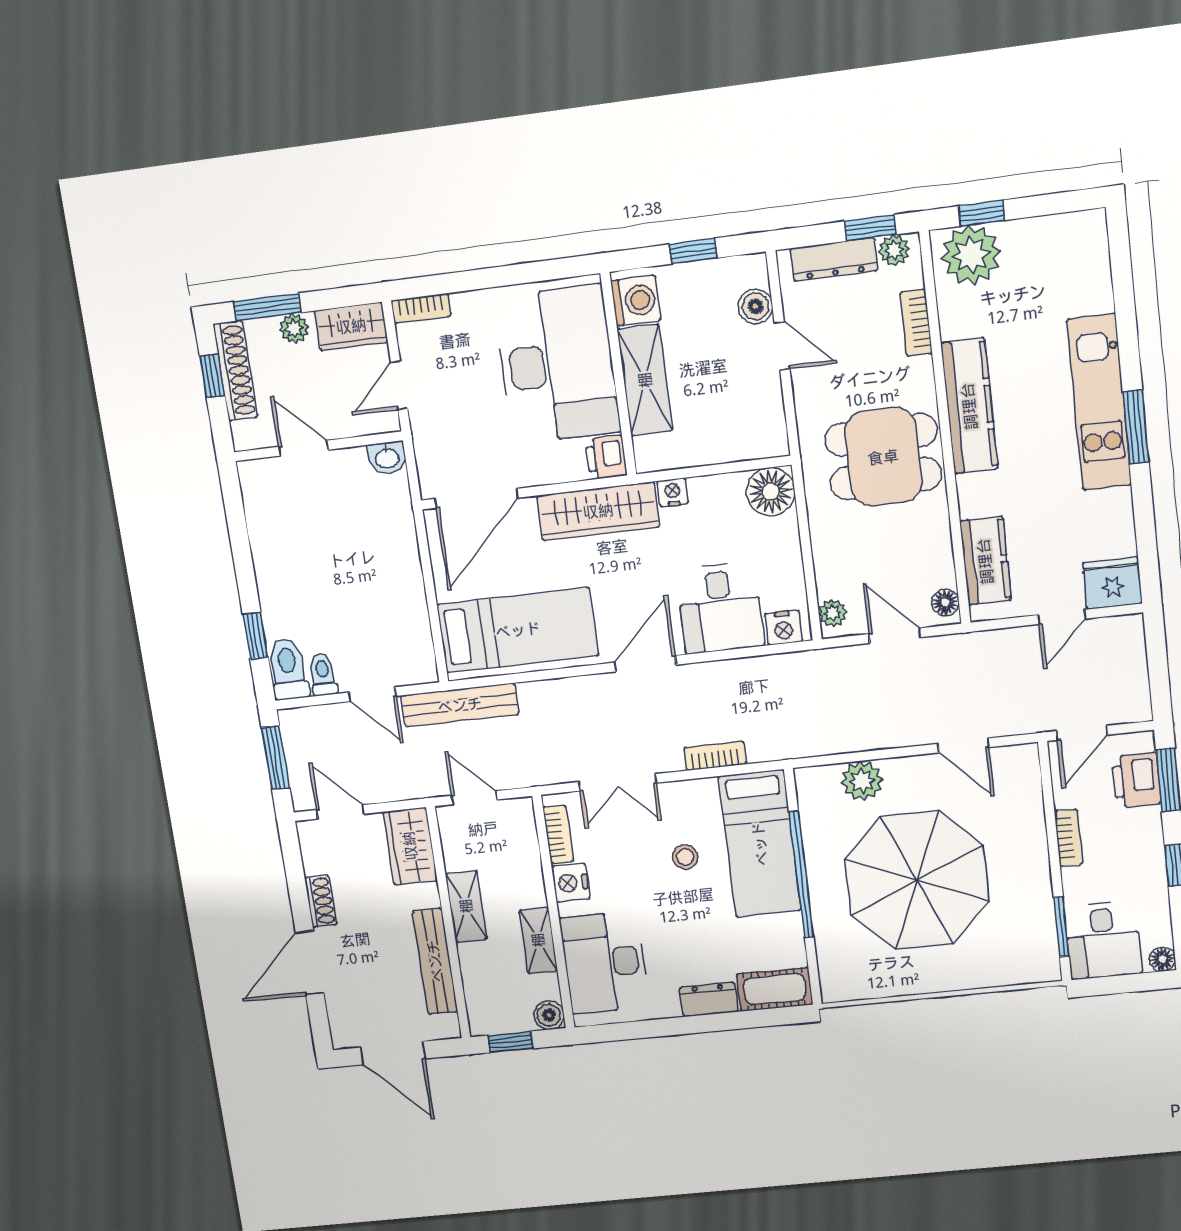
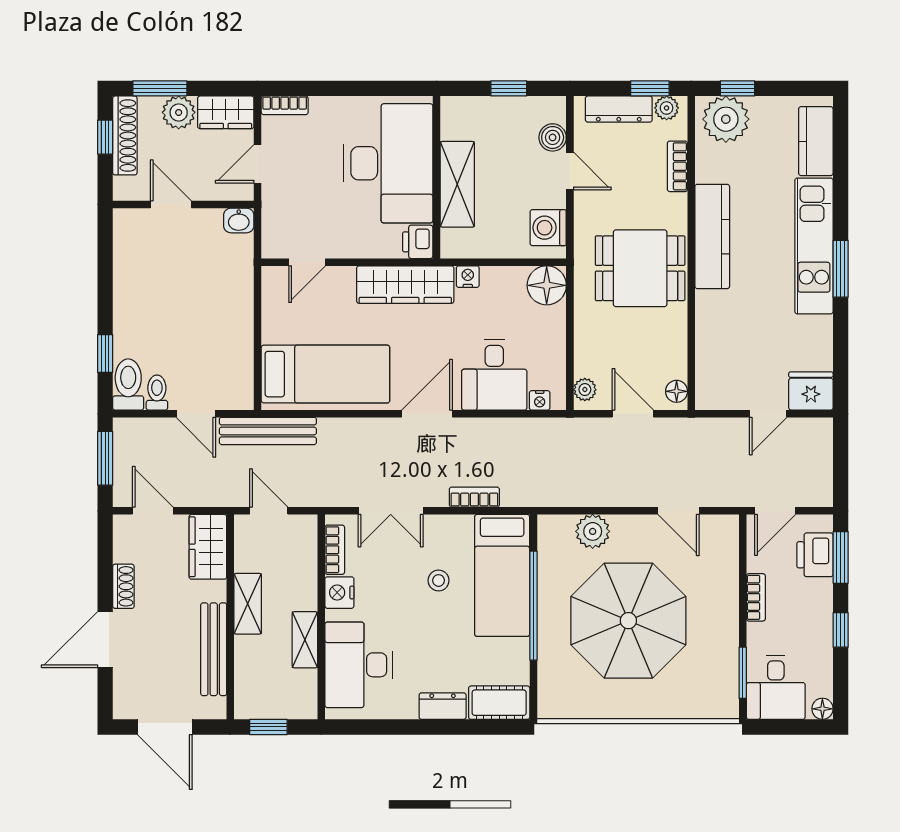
washing machine: (636, 301) -> (548, 228), moved, turned 180
plant: (294, 328) -> (179, 112), width x1.38, depth x1.38
door: (476, 498) -> (307, 262), width x0.53
kitchen counter: (985, 561) -> (816, 141), moved, turned 180
nightstand: (783, 628) -> (540, 400), width x0.72, depth x0.74
boiler: (549, 1015) -> (305, 706), removed

